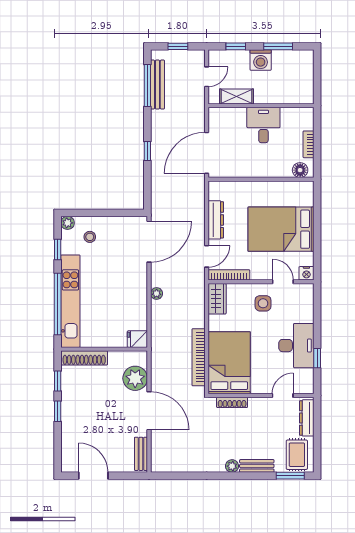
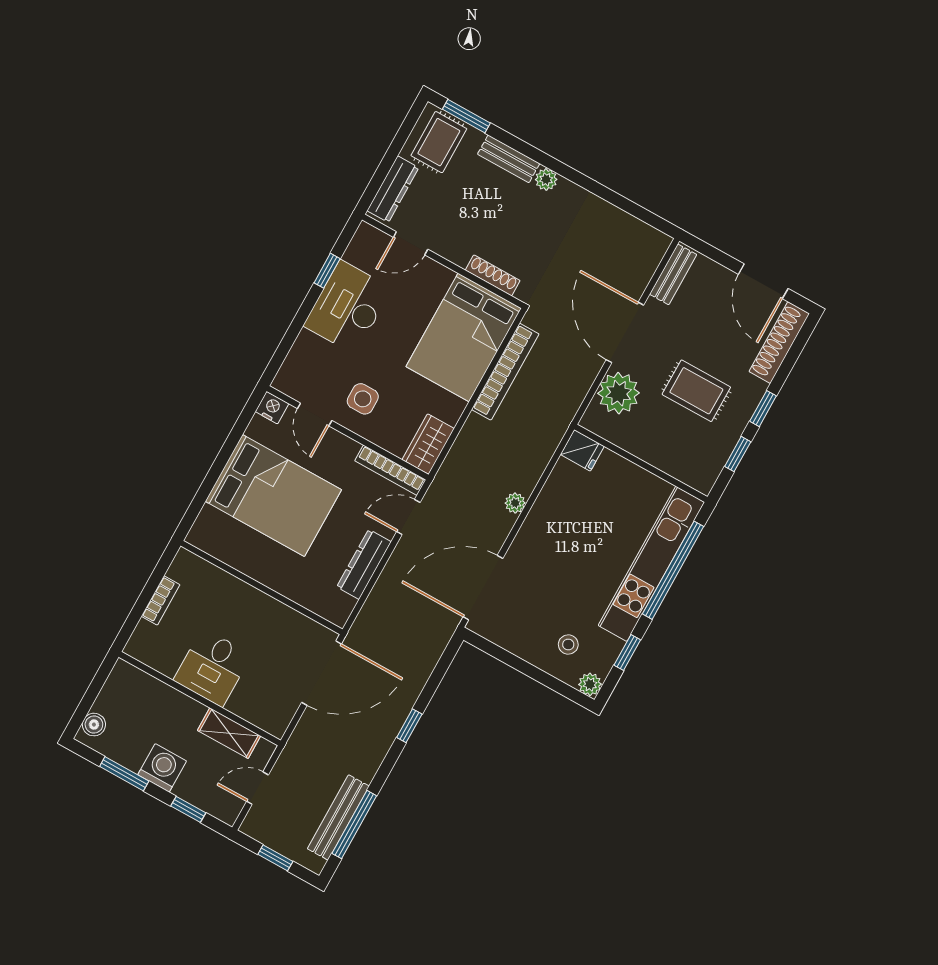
boiler: (307, 63) -> (94, 725), added
floor lamp: (300, 170) -> (195, 569), removed
shoe rack: (84, 358) -> (779, 343), moved, turned -90
rug: (96, 401) -> (696, 391), added

